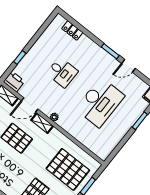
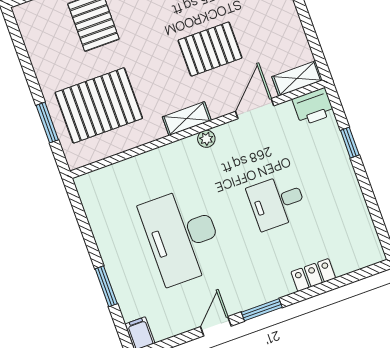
locker: (72, 30) -> (313, 275), moved
shelving: (42, 123) -> (187, 119), moved

